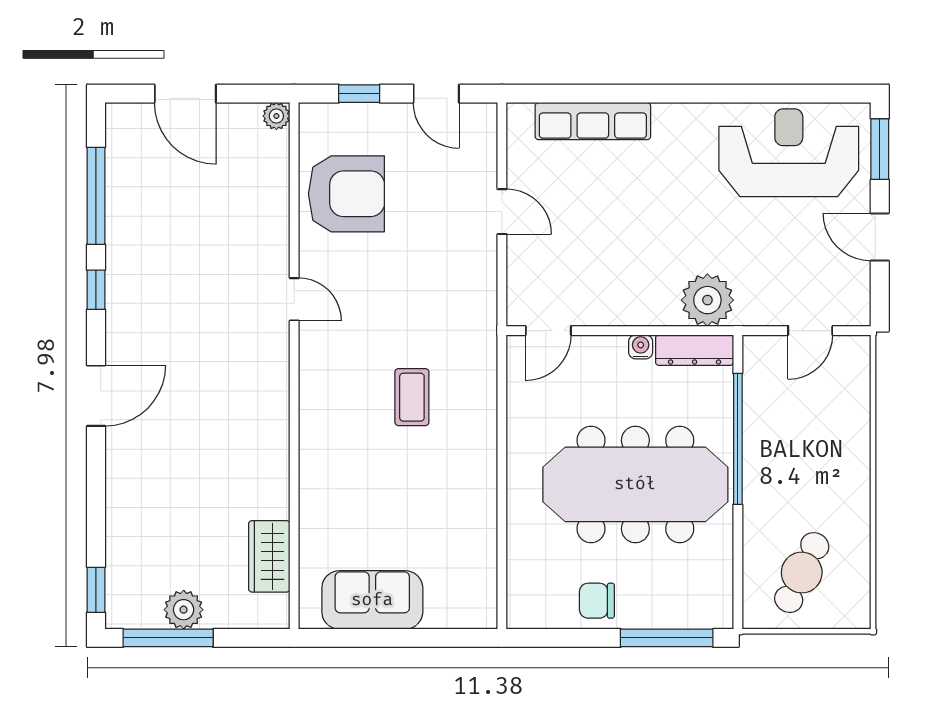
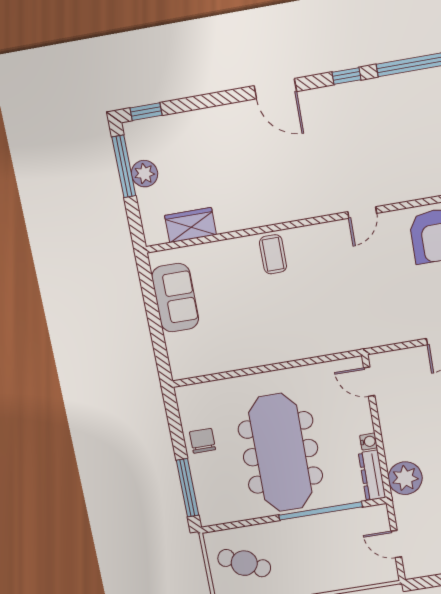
coffee table: (412, 397) -> (273, 254), moved, turned 90

